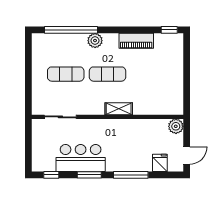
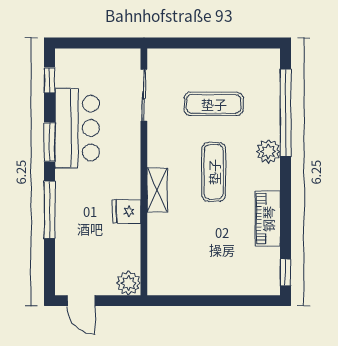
exercise mat: (66, 74) -> (214, 104), turned 90
fridge: (160, 163) -> (127, 211), moved, turned 180

